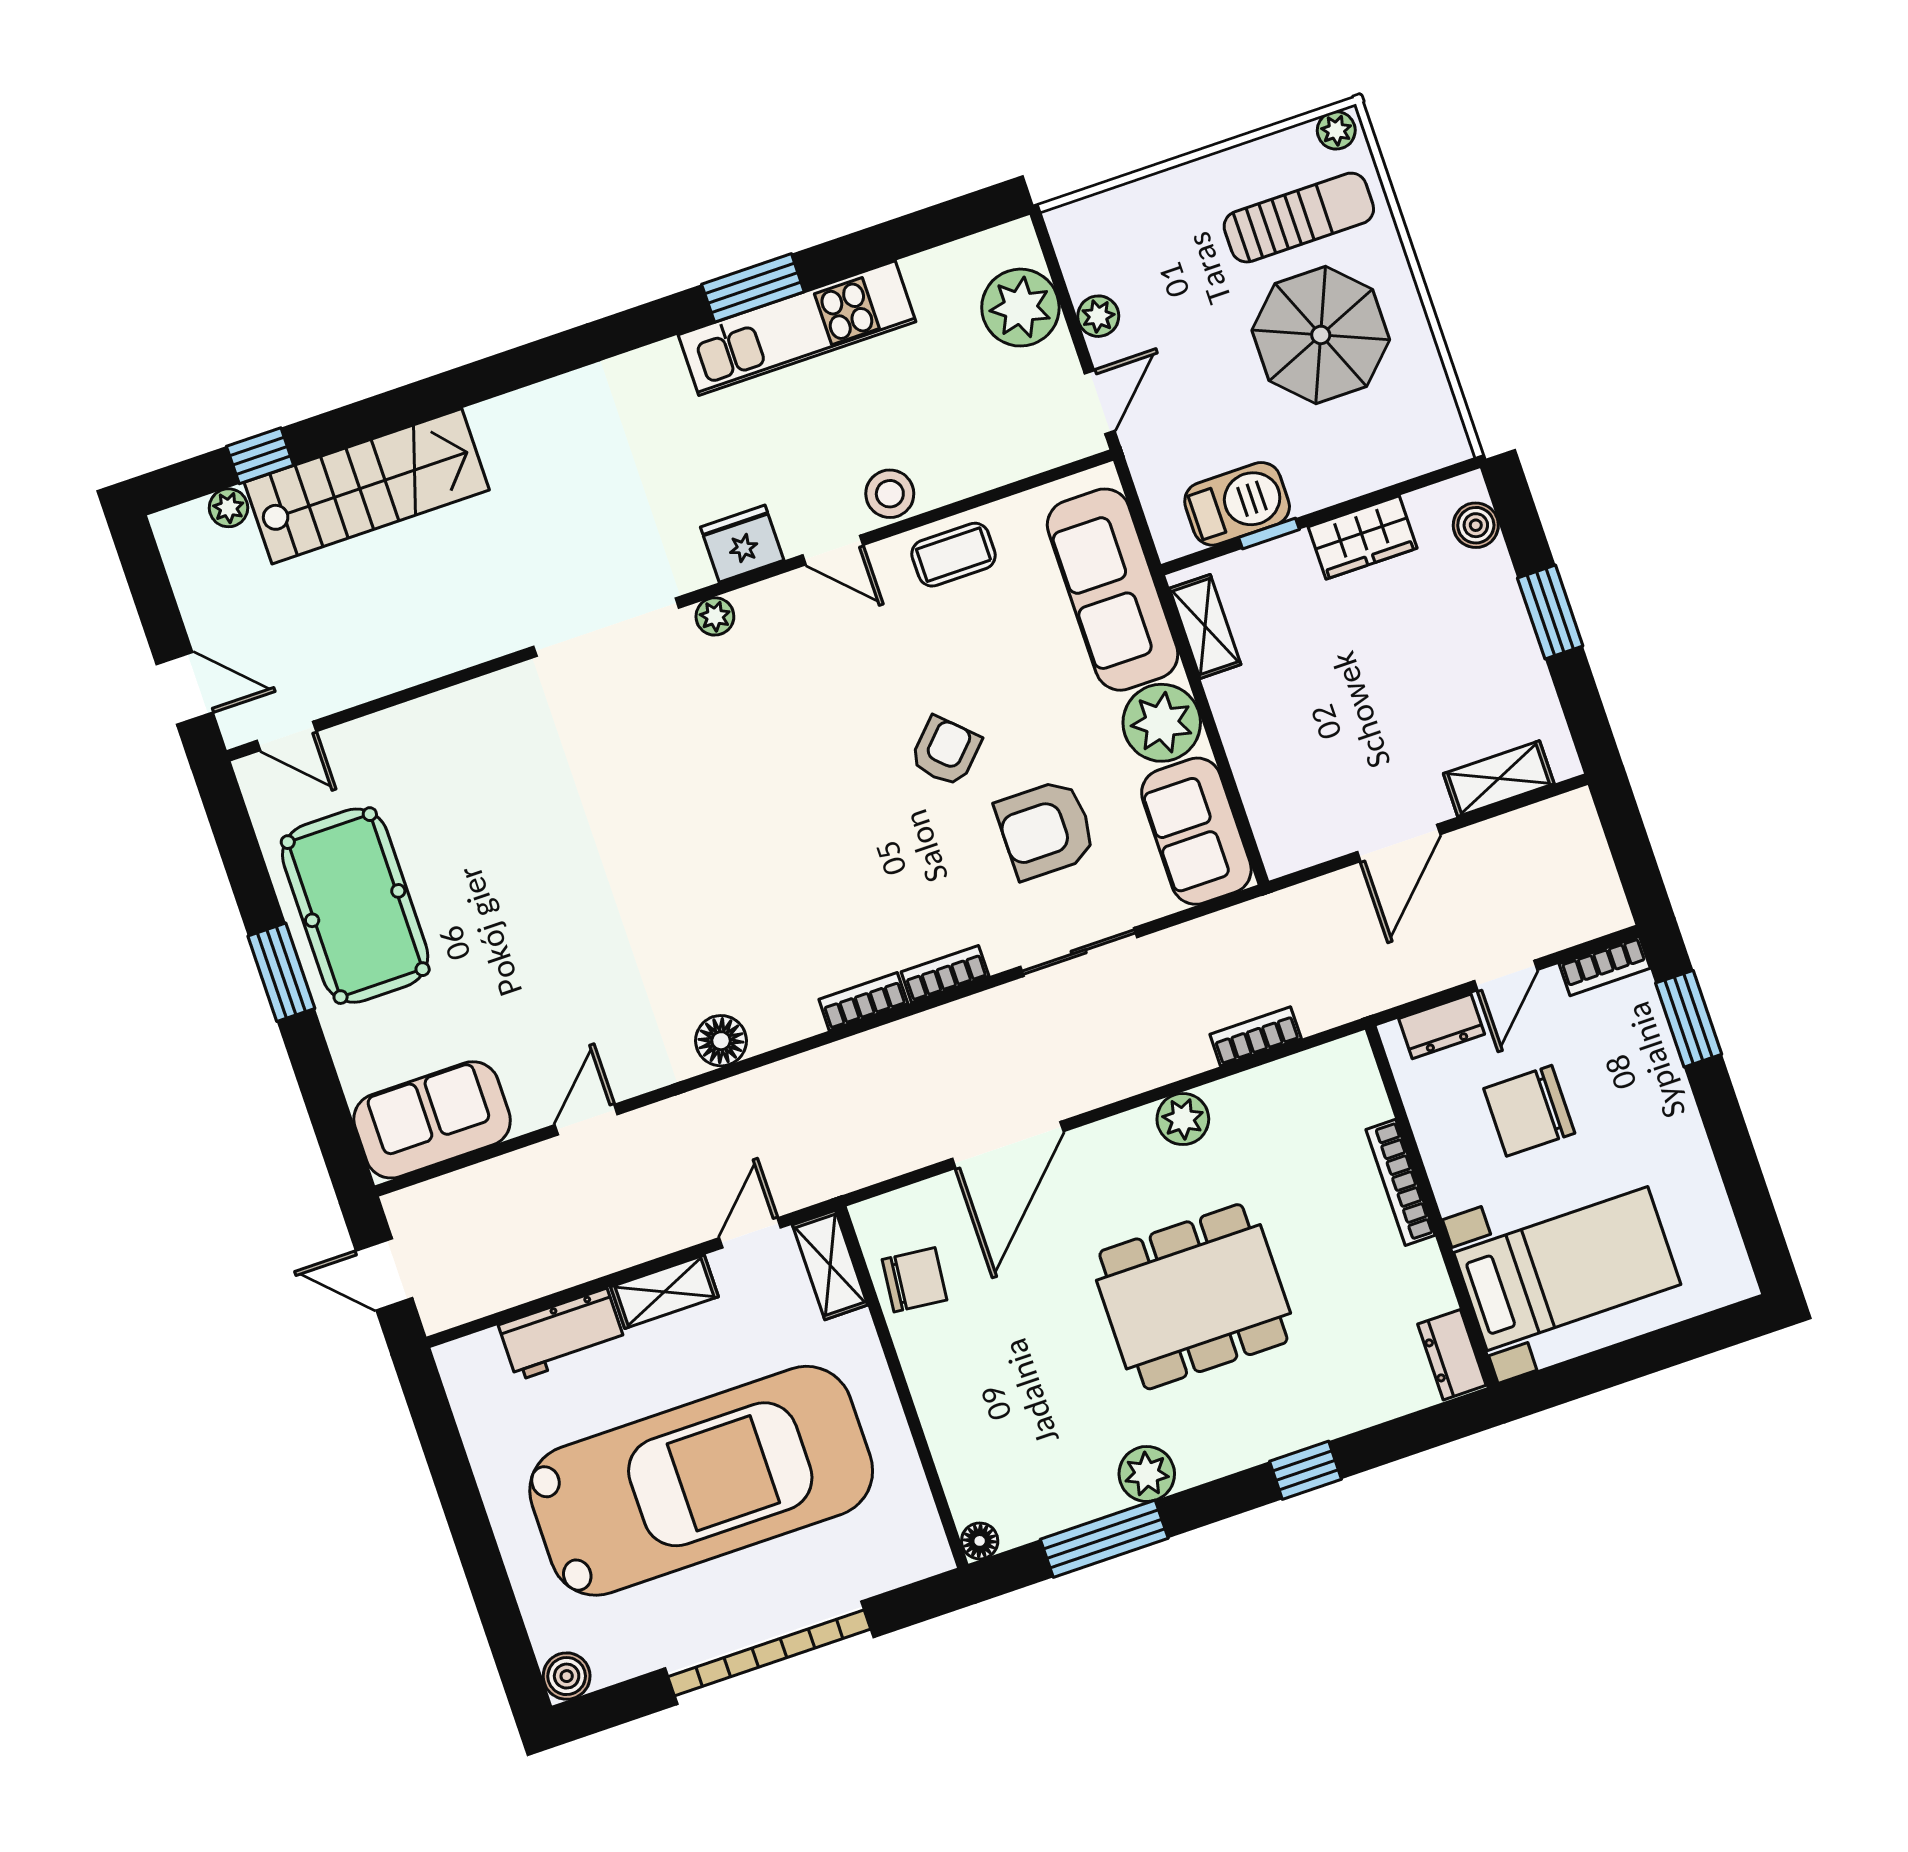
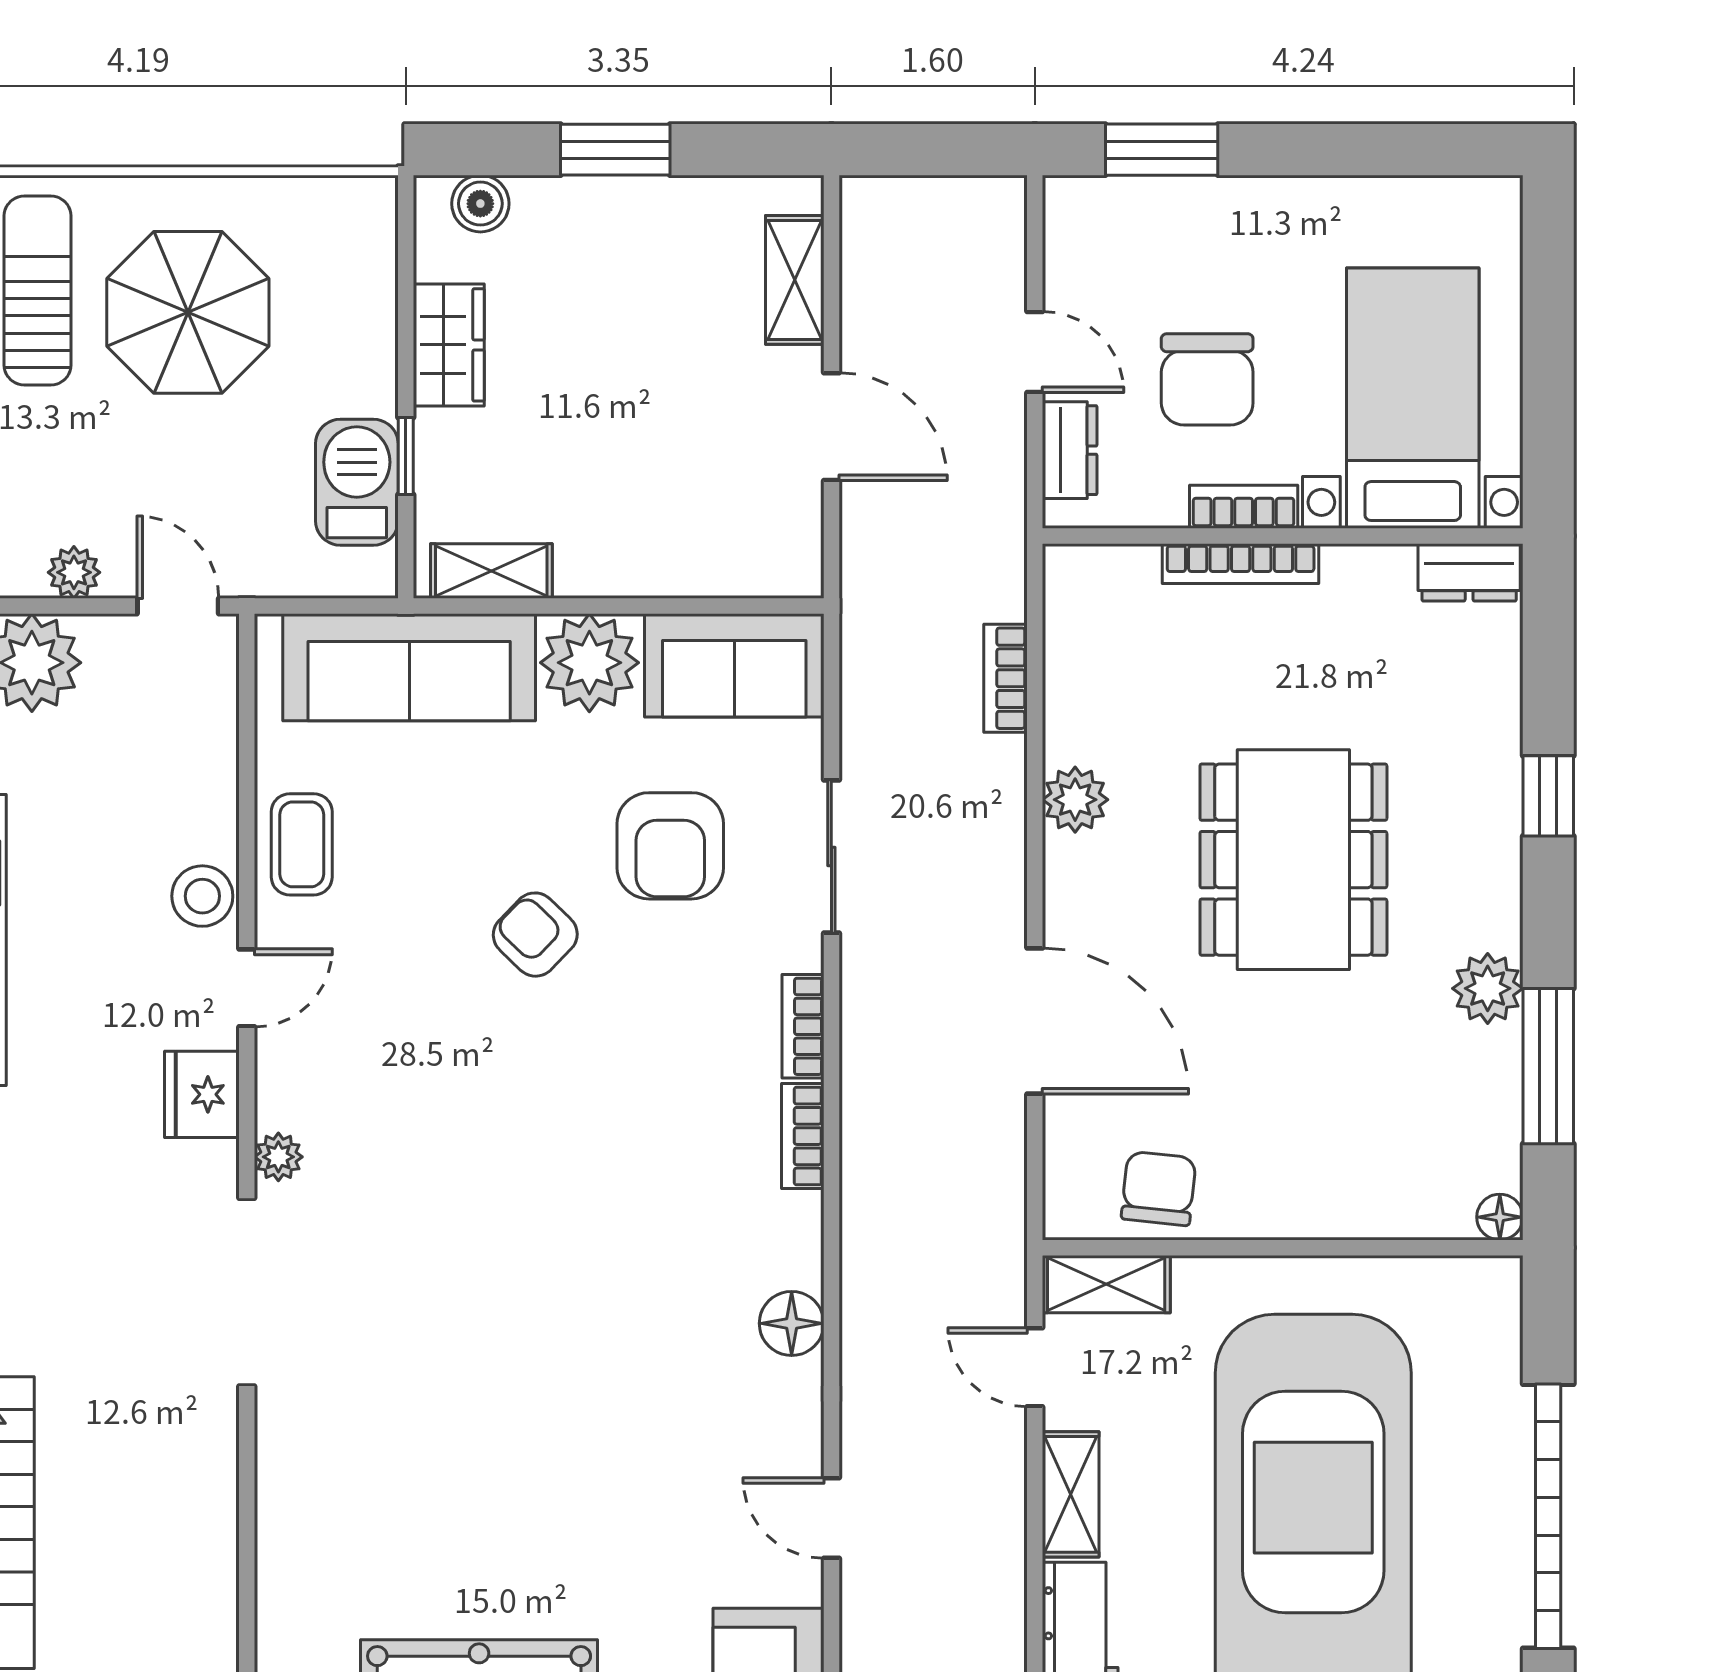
bookcase: (1605, 966) -> (1244, 507), moved, turned -90

